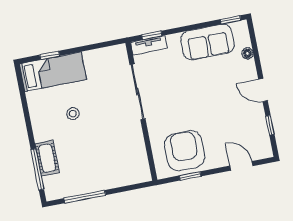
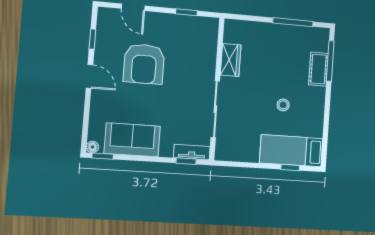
floor lamp: (247, 53) -> (93, 147), moved
wardrobe: (136, 143) -> (231, 60), added
armchair: (185, 151) -> (144, 64), moved

